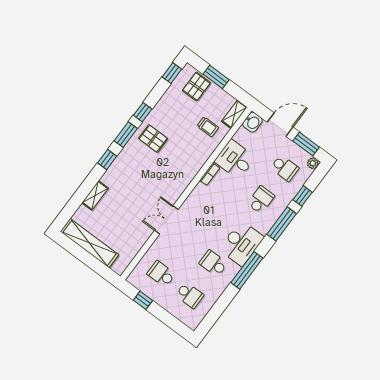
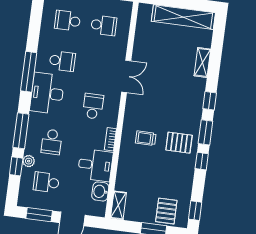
washbasin: (252, 122) -> (100, 191), moved
trolley: (208, 127) -> (146, 138), moved
plant: (313, 163) -> (29, 161), moved
school desk: (209, 210) -> (93, 106), added

